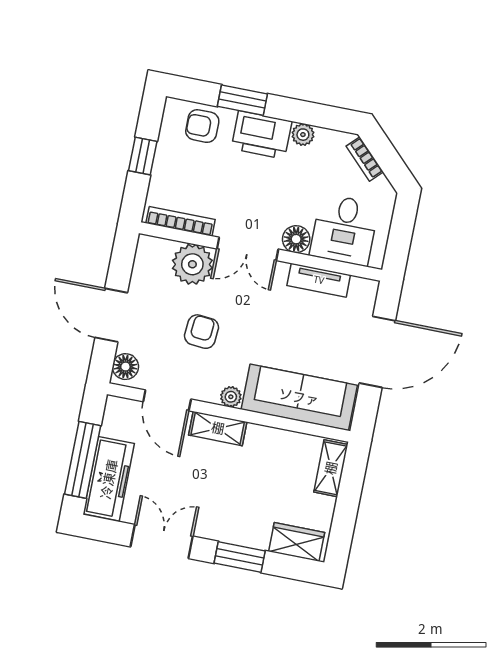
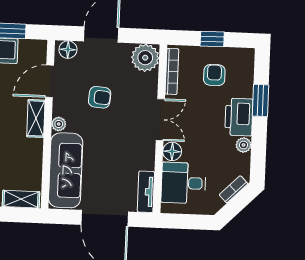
armchair: (202, 126) -> (214, 75), moved
double door: (248, 249) -> (160, 120), swing flipped
plant: (192, 264) -> (145, 58), moved
tv unit: (319, 280) -> (146, 192), moved

